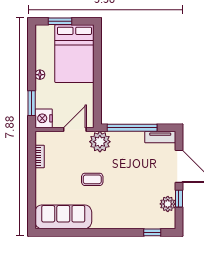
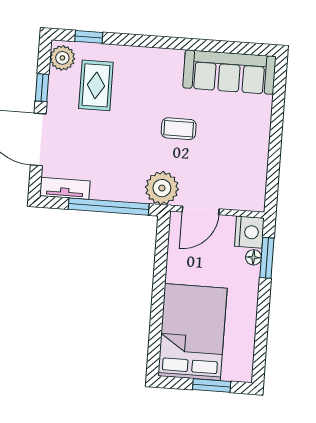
floor lamp: (40, 75) -> (253, 257), moved
bookcase: (40, 156) -> (260, 171), removed
rug: (146, 202) -> (96, 85), added
plant: (168, 204) -> (62, 58), moved

